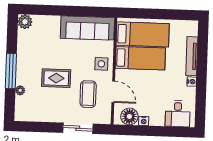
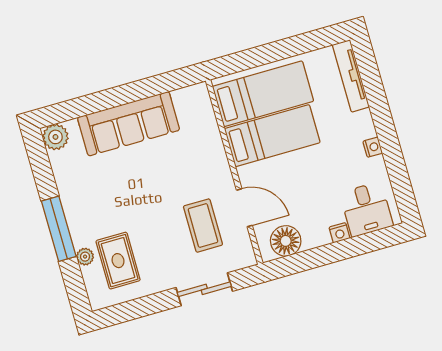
sofa: (87, 28) -> (129, 124), moved
tv unit: (192, 56) -> (351, 76), moved
side table: (101, 64) -> (209, 167), removed
rug: (56, 78) -> (118, 261), moved, turned 90
nightstand: (144, 121) -> (340, 233), moved

